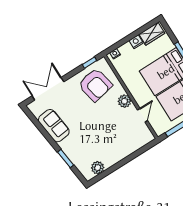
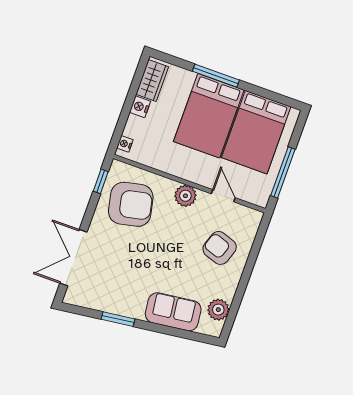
sofa: (54, 126) -> (173, 312), moved
armchair: (121, 139) -> (220, 248), added
window: (66, 159) -> (118, 319), moved

